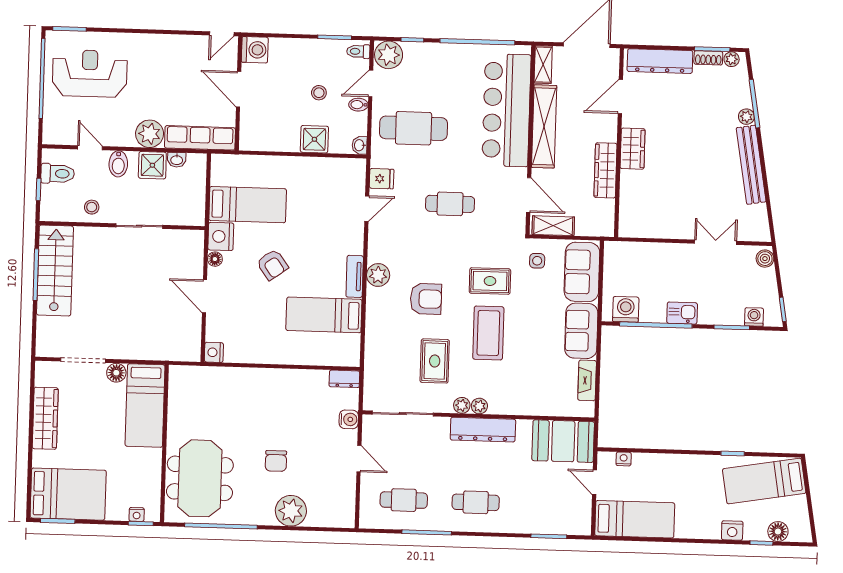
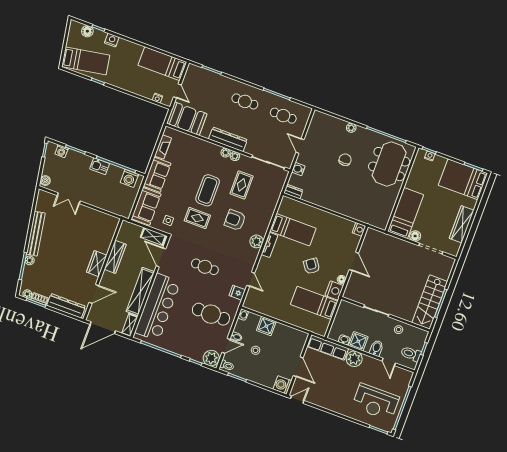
door: (367, 209) -> (251, 279), swing flipped
plant: (291, 511) -> (351, 128), width x0.53, depth x0.53

